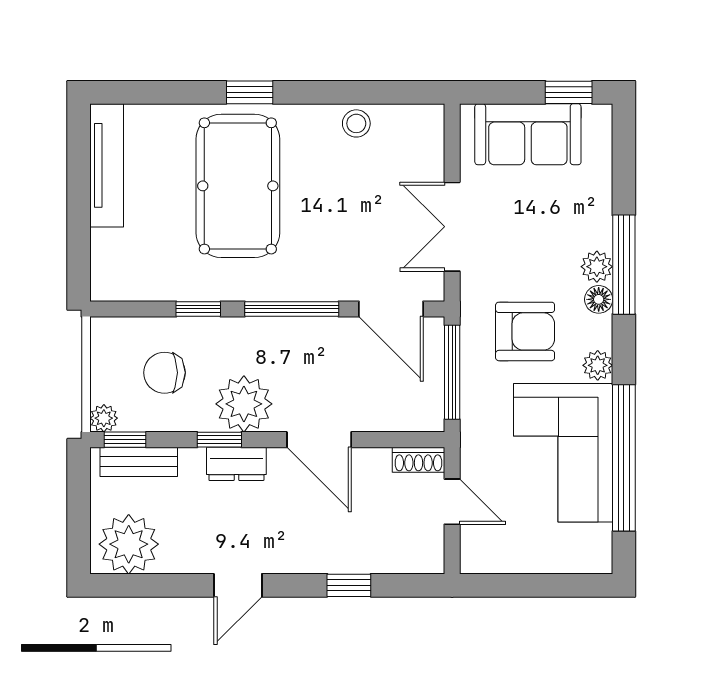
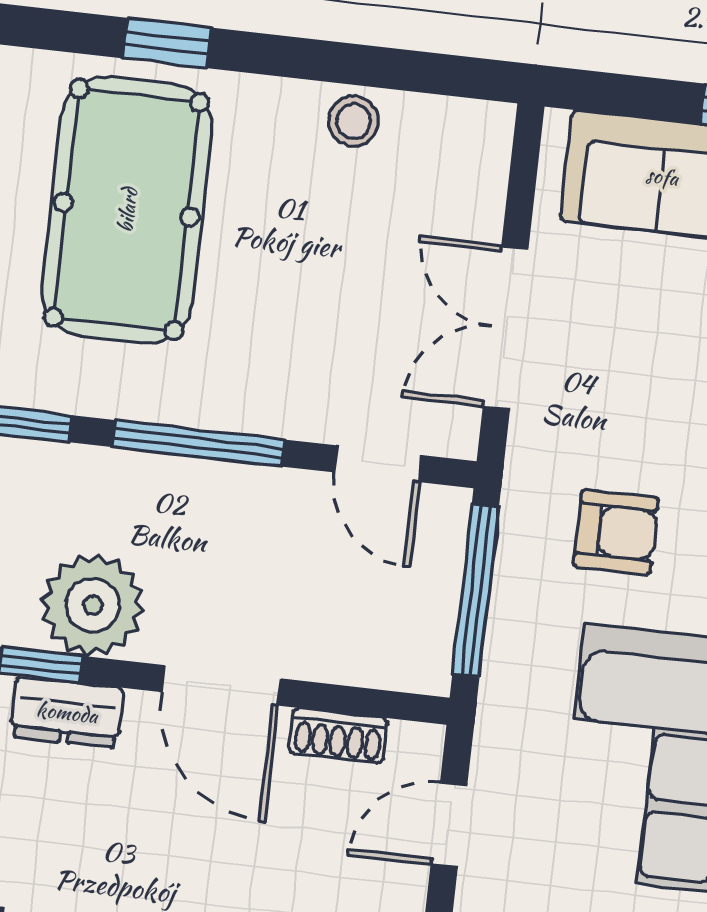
door: (391, 309) -> (378, 464), width x0.73
armchair: (525, 331) -> (616, 532), width x0.72, depth x0.72
shoe rack: (418, 460) -> (338, 736), moved
door: (452, 502) -> (449, 825), swing flipped

